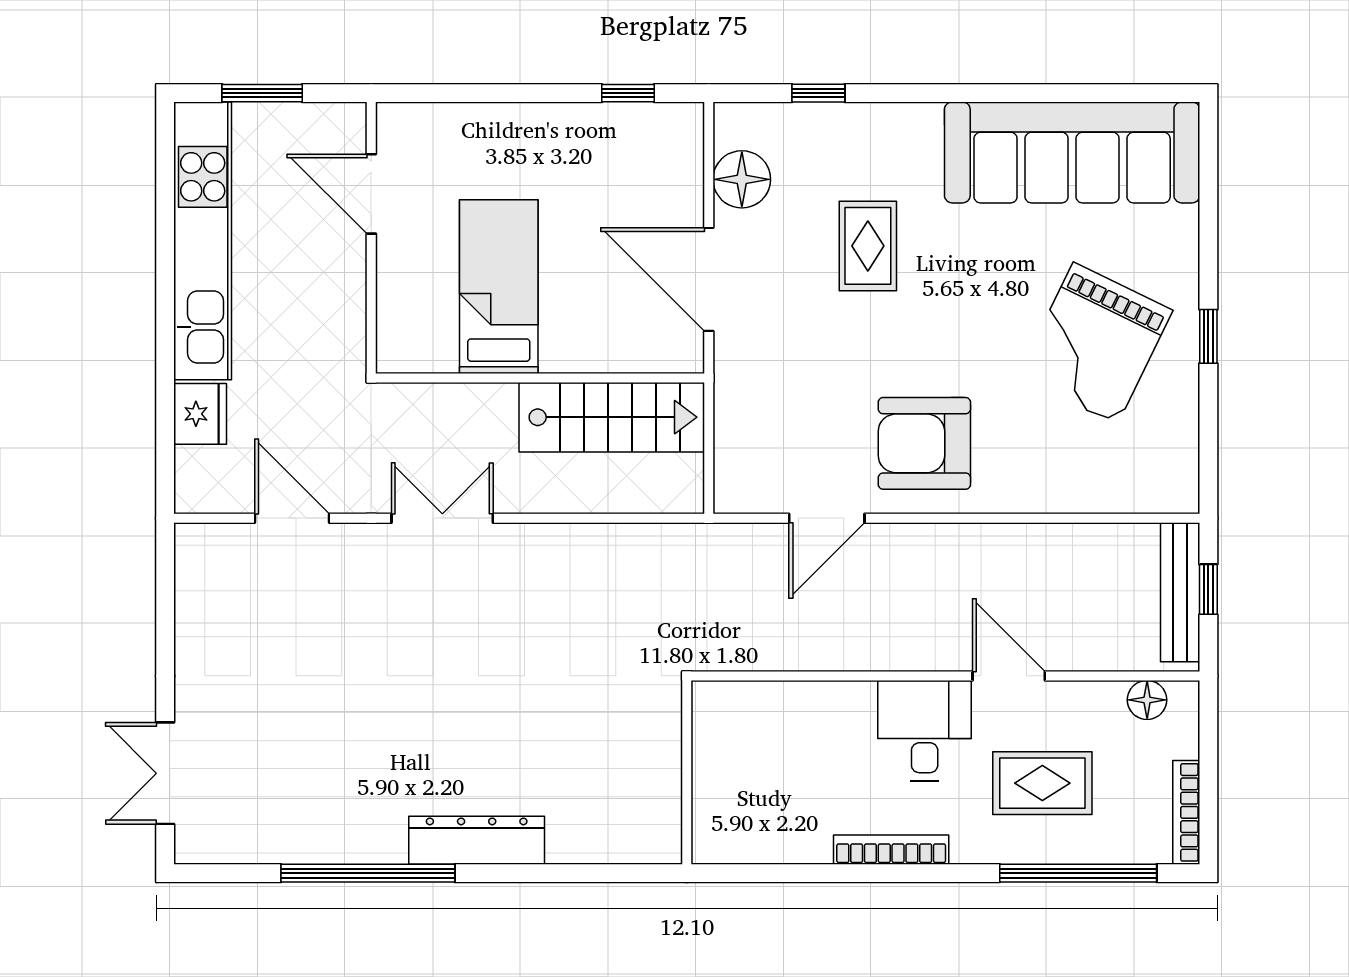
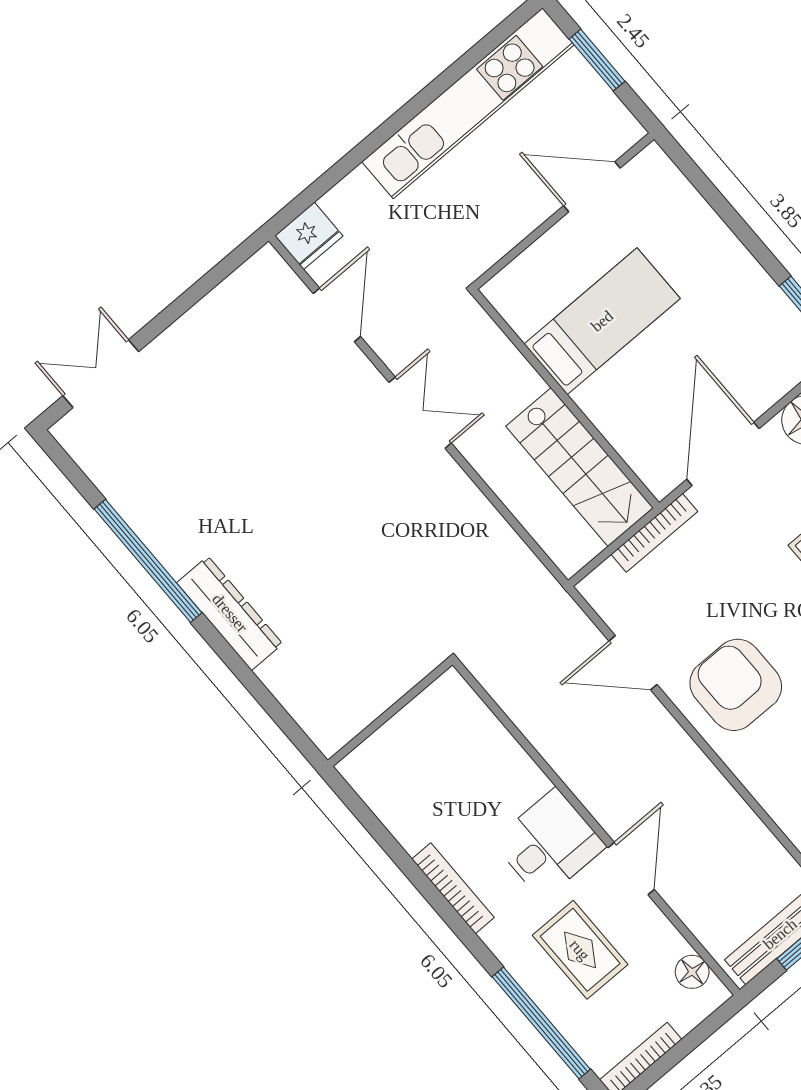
door: (371, 194) -> (592, 187), hinge flipped
bookcase: (727, 401) -> (654, 533), added
fridge: (200, 414) -> (309, 236), moved

